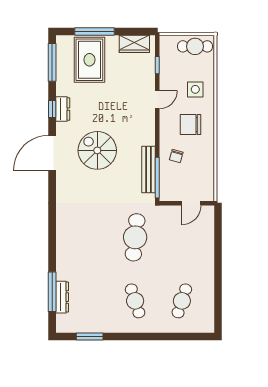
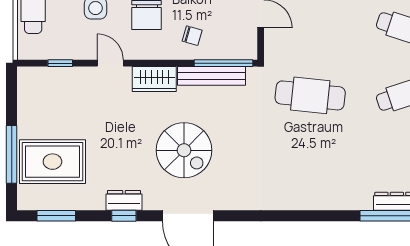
wardrobe: (134, 44) -> (154, 79), moved, turned 90
window: (52, 62) -> (56, 216), width x0.69
spiral stairs: (97, 150) -> (184, 150), turned -90

